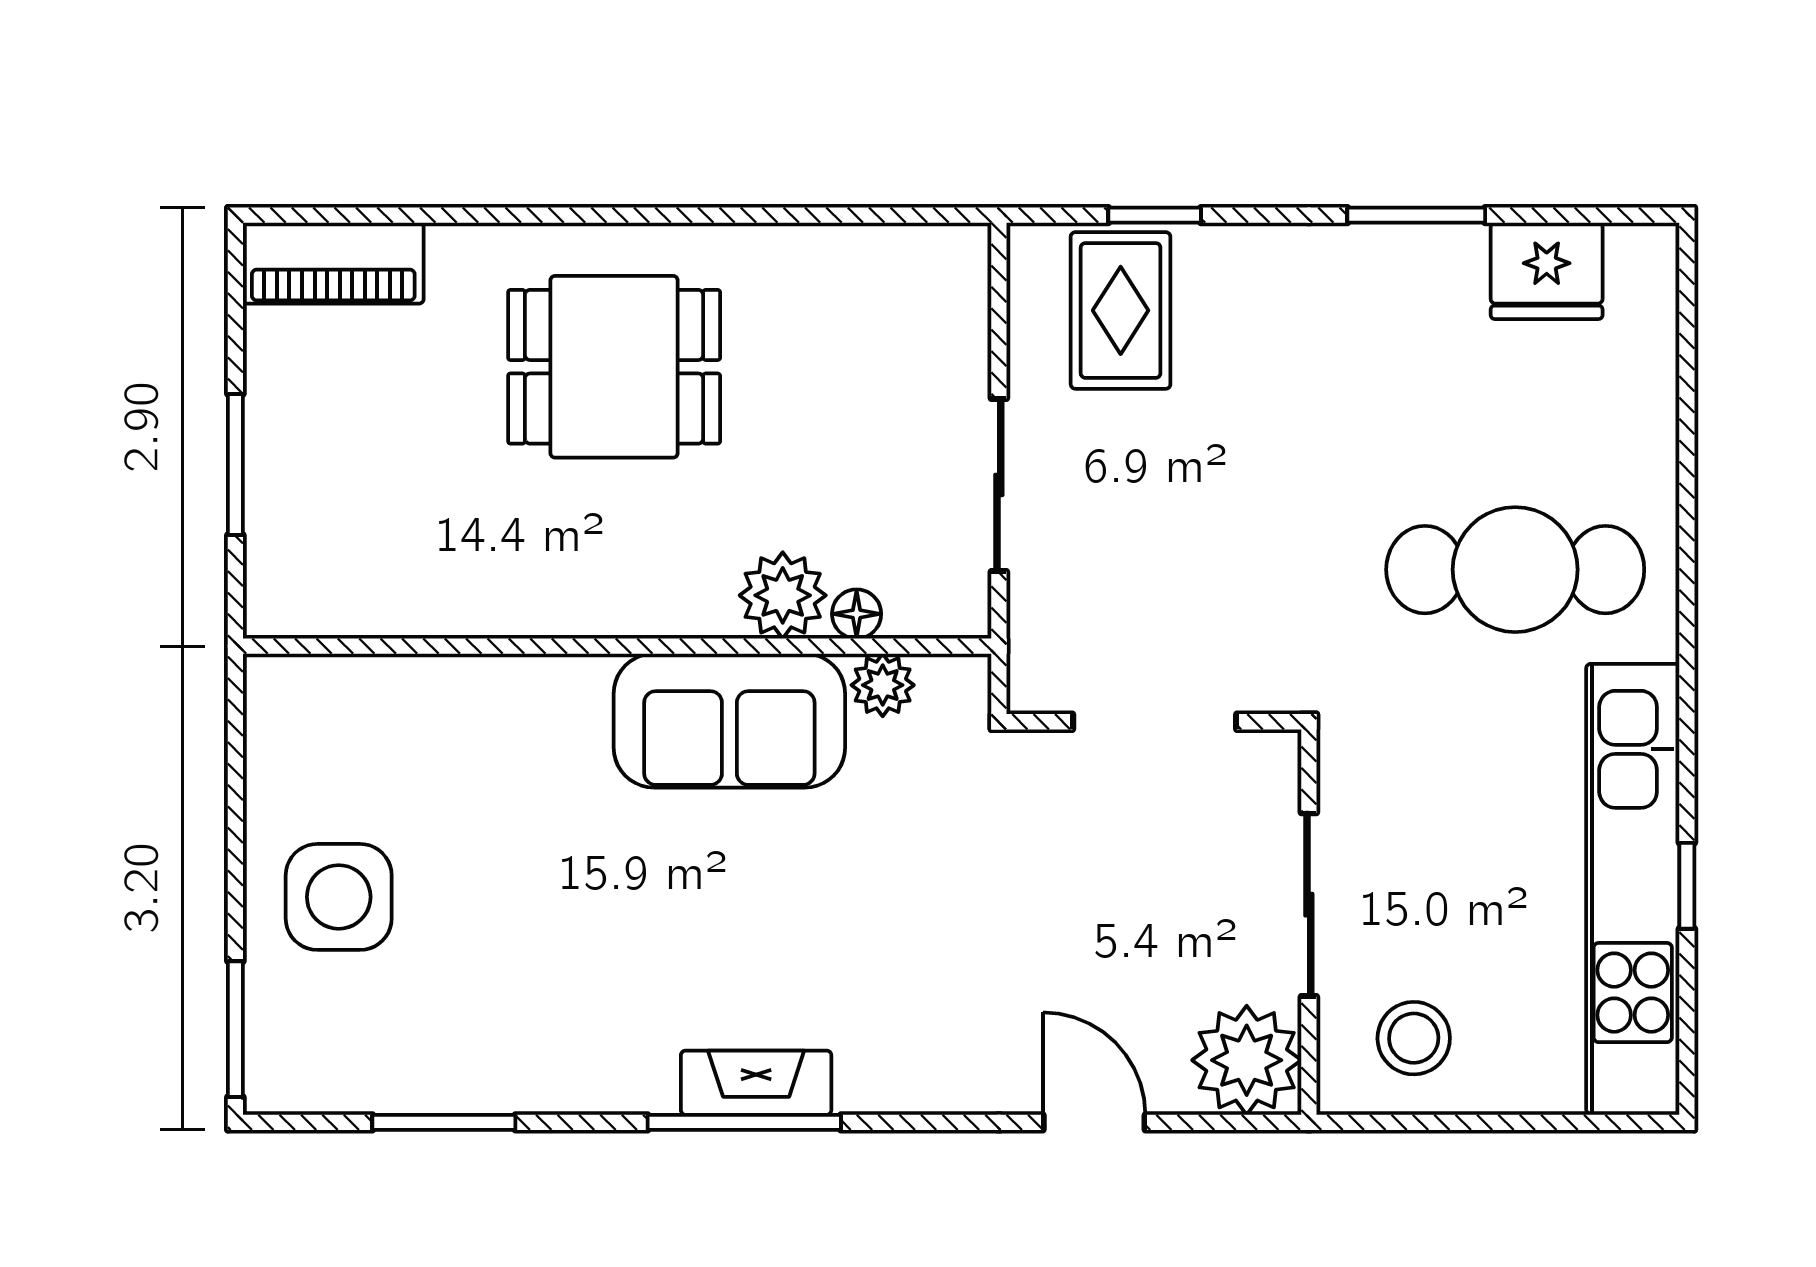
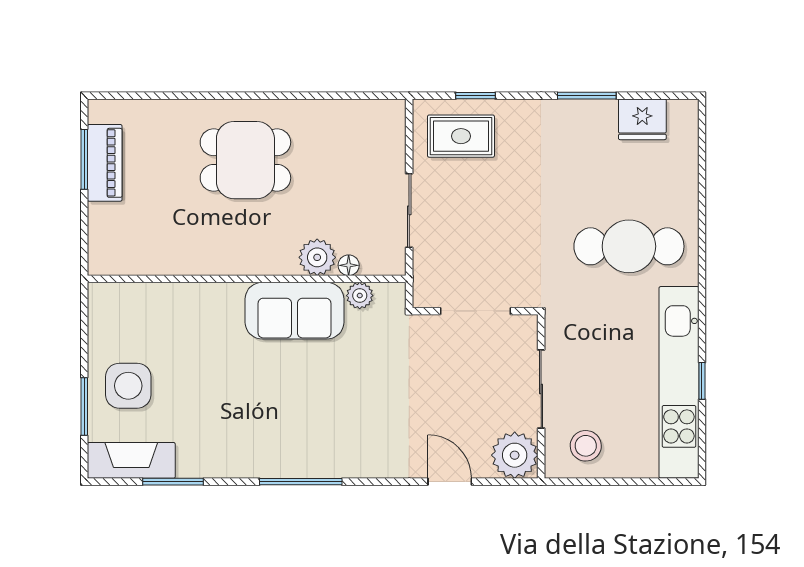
piano: (333, 263) -> (105, 163), moved, turned -90
rug: (1121, 310) -> (461, 136), turned 90
window: (235, 465) -> (84, 159), moved
window: (235, 1029) -> (84, 407), moved
fireplace: (756, 1083) -> (131, 460), moved, width x1.37, depth x1.32

